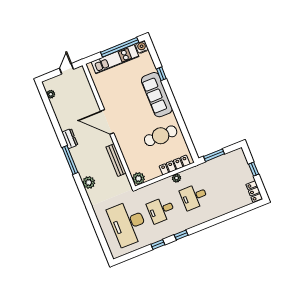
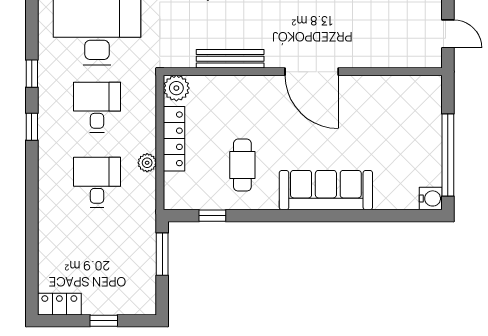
kitchen unit: (115, 59) -> (428, 136), removed
window: (161, 74) -> (212, 216), moved
door: (107, 122) -> (312, 72), swing flipped
cafe table: (161, 136) -> (242, 165), width x0.73, depth x0.74
locker: (175, 165) -> (174, 139), moved

